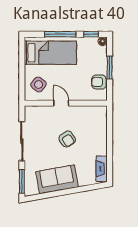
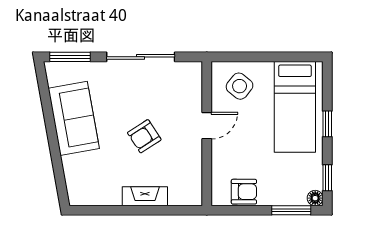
window: (60, 34) -> (327, 124), width x0.46
window: (110, 68) -> (291, 210), moved
armchair: (99, 82) -> (244, 192), turned 90
fireplace: (102, 169) -> (145, 196), moved

